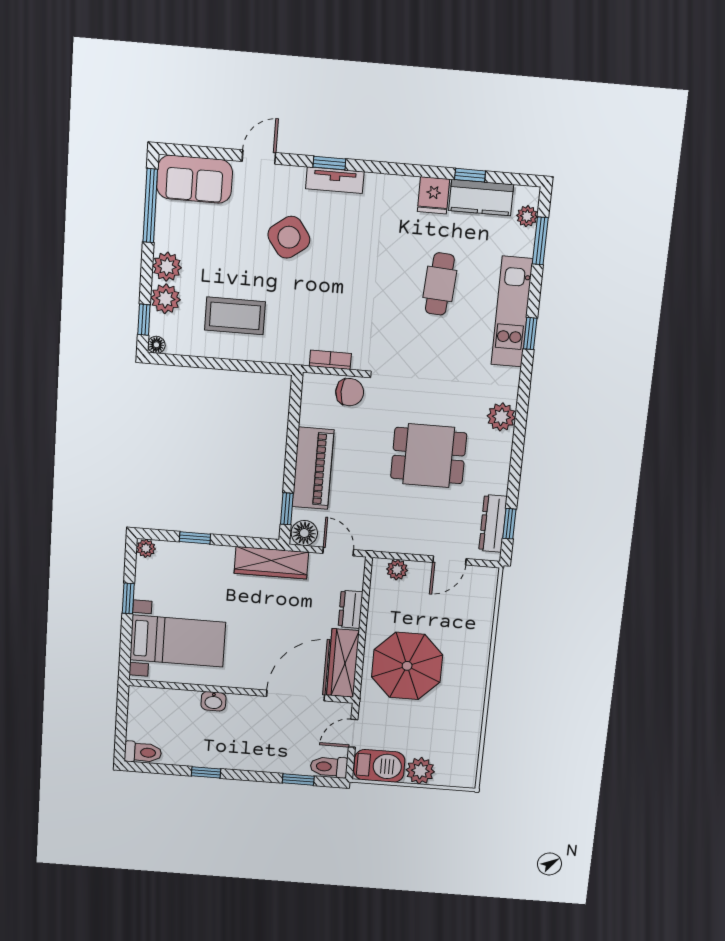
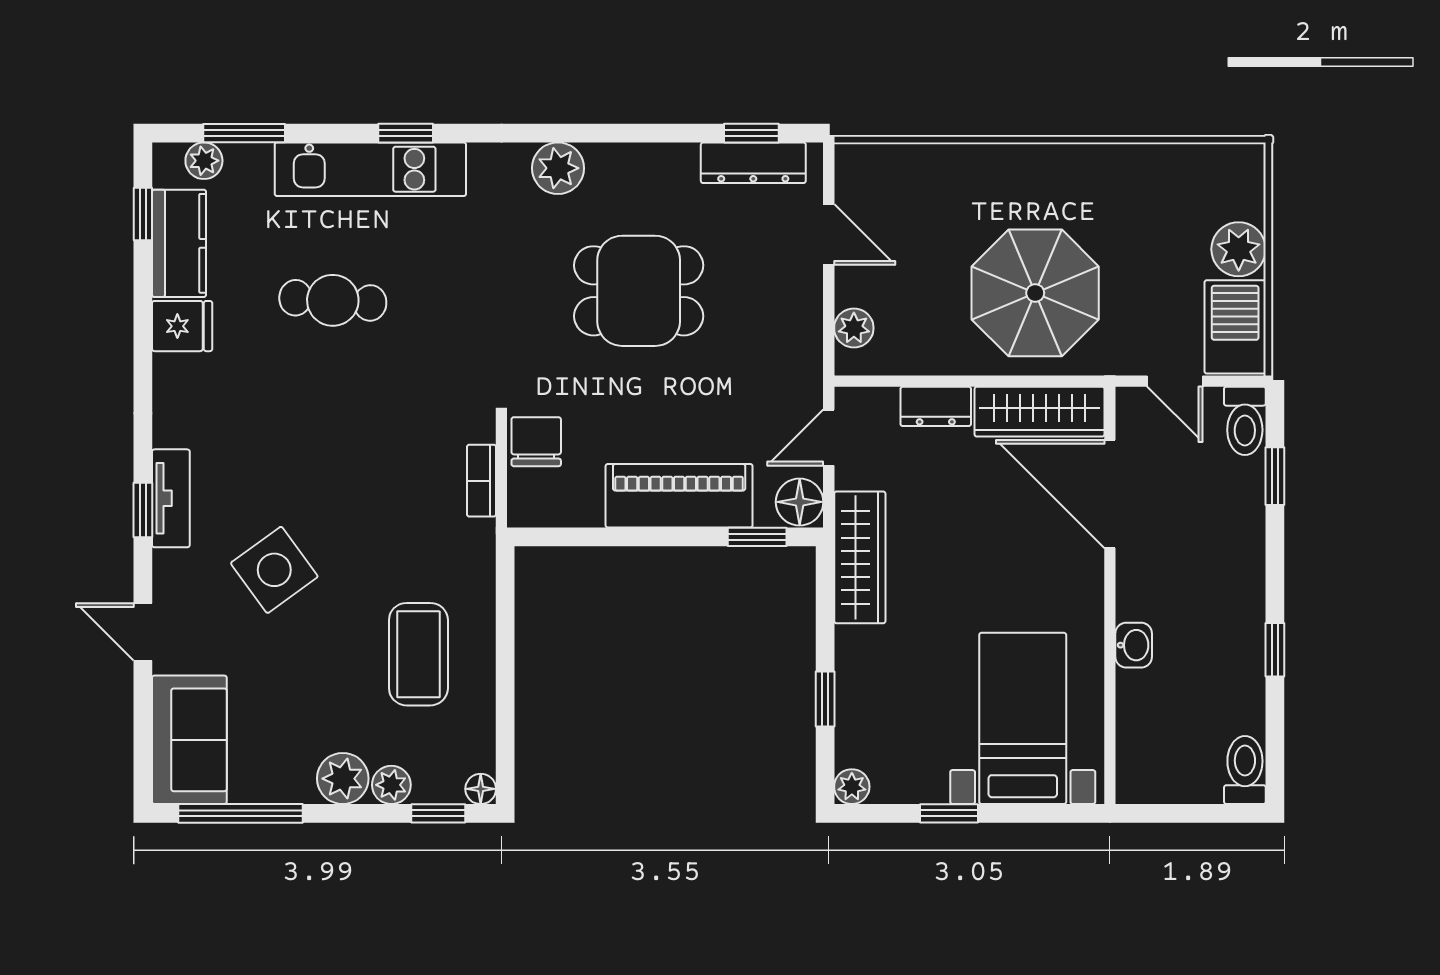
window: (470, 175) -> (143, 214), moved
plant: (165, 299) -> (391, 785), width x0.73, depth x0.73
dining table: (429, 456) -> (639, 291), turned 90

